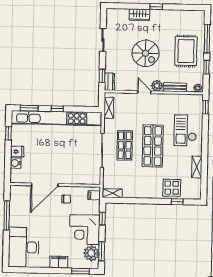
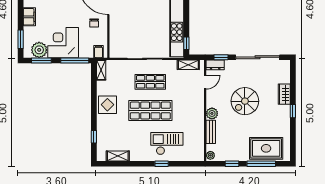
sliding door: (103, 40) -> (258, 57), width x1.86
rug: (186, 51) -> (266, 148), moved
door: (144, 92) -> (205, 82), moved
window: (206, 107) -> (162, 164), moved
window: (57, 109) -> (186, 43), moved
shelving: (197, 167) -> (118, 156), moved
display table: (172, 188) -> (107, 105), moved
window: (102, 219) -> (75, 60), width x2.17

